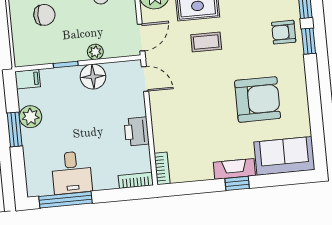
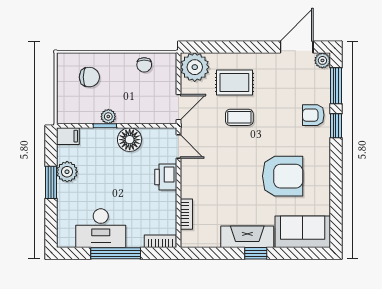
plant: (95, 52) -> (108, 117), moved
printer: (137, 132) -> (166, 177), moved
bookcase: (162, 168) -> (186, 214), moved
fireplace: (234, 169) -> (247, 237), width x1.37, depth x1.32
desk: (72, 173) -> (101, 228), width x1.37
window: (65, 200) -> (116, 253), moved

